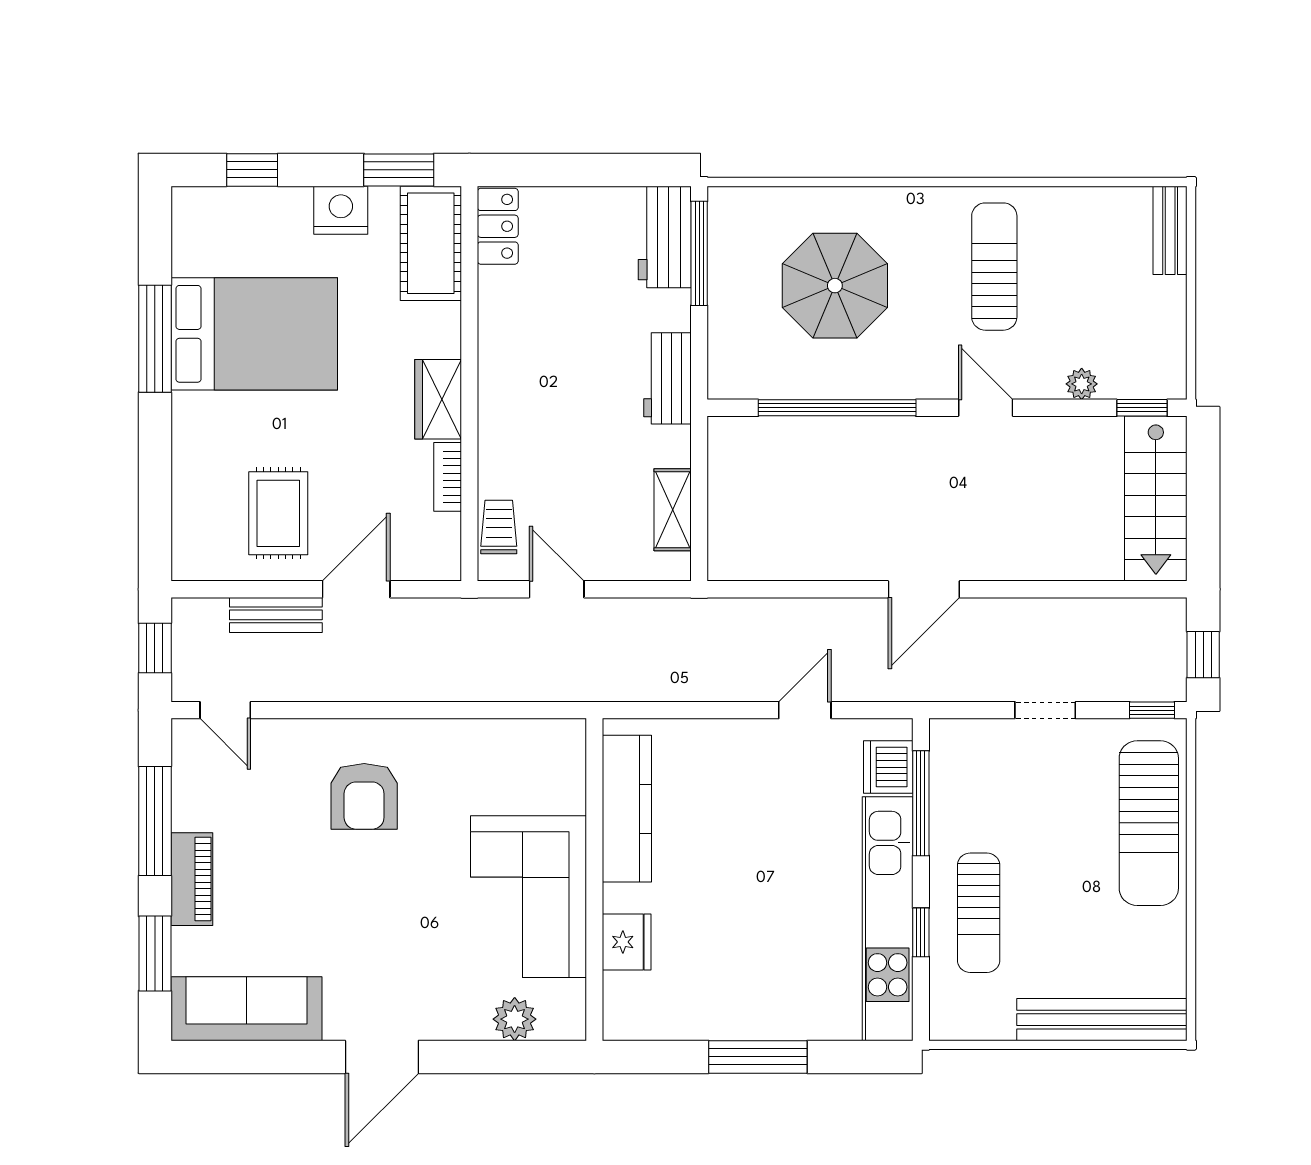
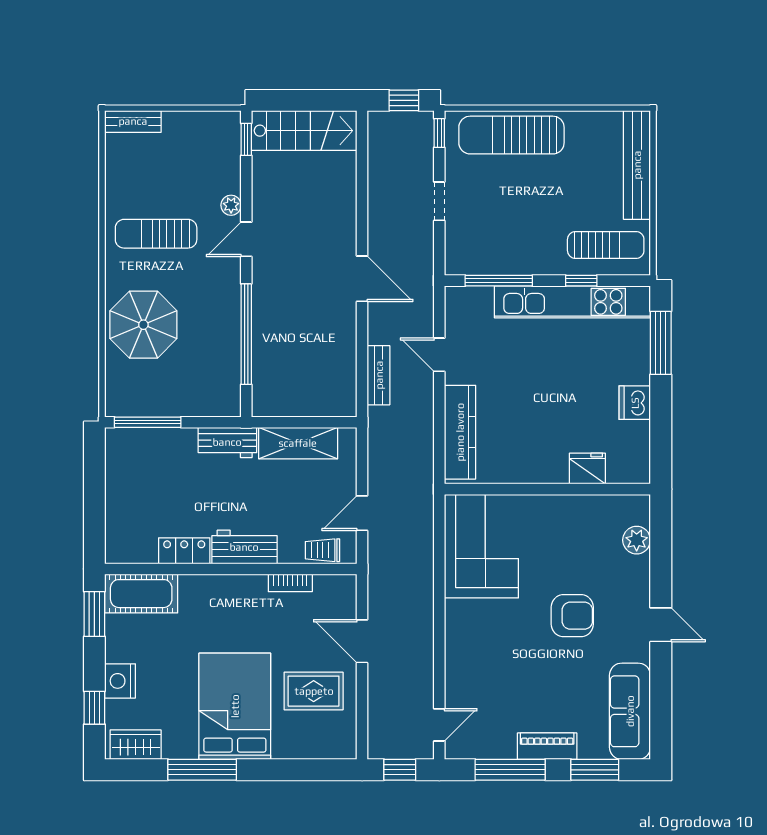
nightstand: (341, 210) -> (120, 681), moved
locker: (498, 226) -> (184, 551), moved
workbench: (665, 237) -> (244, 547), moved, turned 180
parasol: (835, 286) -> (143, 325), moved
bed: (254, 334) -> (235, 706), moved
plant: (1082, 384) -> (231, 205), moved
wardrobe: (438, 399) -> (136, 745), moved, turned 180
shelving: (673, 510) -> (298, 443), width x1.50, depth x1.33
bench: (276, 615) -> (379, 375), moved
dishwasher: (888, 767) -> (635, 403), moved, turned 90
armchair: (364, 796) -> (572, 616), moved
kitchen counter: (627, 809) -> (460, 432), moved, turned 90
sun lounger: (1149, 823) -> (511, 135), turned 180
corner sofa: (528, 897) -> (481, 546), moved, turned -90
sun lounger: (979, 913) -> (606, 245), moved
door: (382, 1057) -> (661, 625), width x0.73
window: (758, 1057) -> (661, 343), moved

